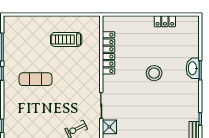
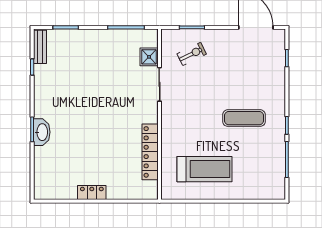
locker: (165, 21) -> (92, 193), moved
treadmill: (66, 39) -> (205, 169), width x1.37, depth x1.38
stool: (154, 73) -> (92, 126), removed

